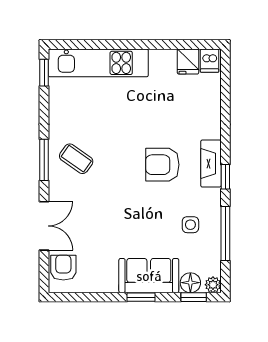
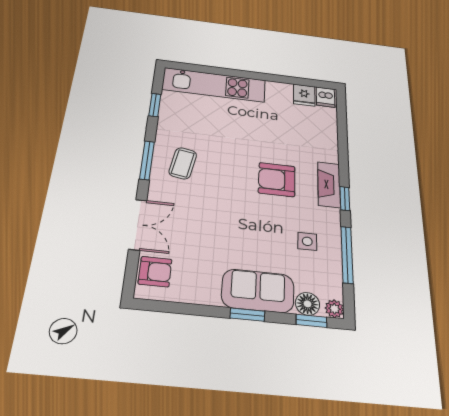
window: (44, 73) -> (155, 105), moved
coffee table: (76, 159) -> (183, 163), turned 65
armchair: (63, 268) -> (155, 272), turned 90

